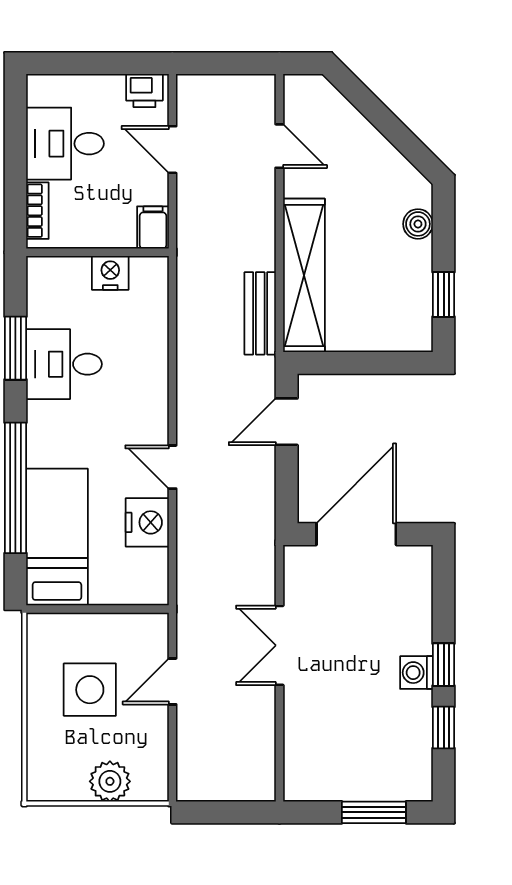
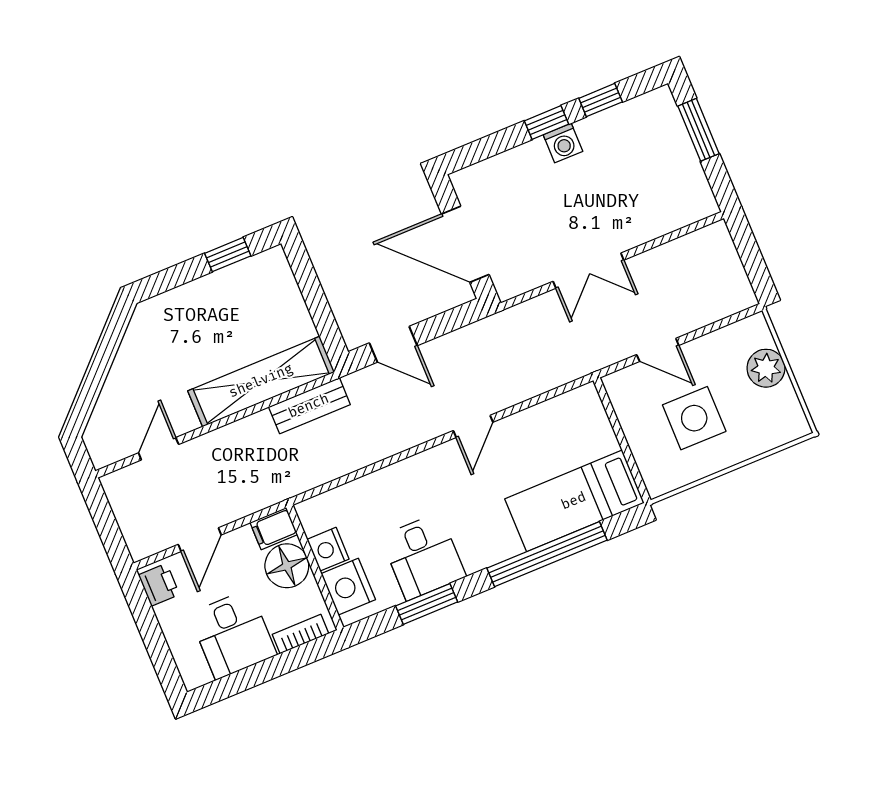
boiler: (418, 224) -> (176, 302), removed
floor lamp: (111, 225) -> (287, 566), added
nightstand: (147, 522) -> (348, 587), moved, turned -90

